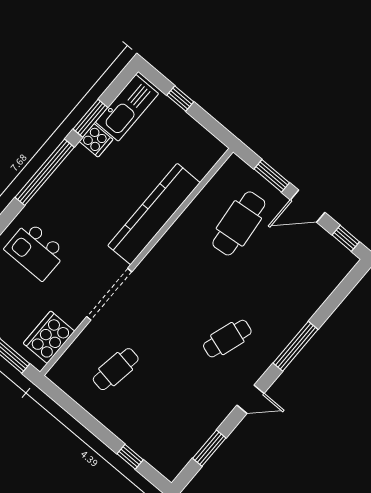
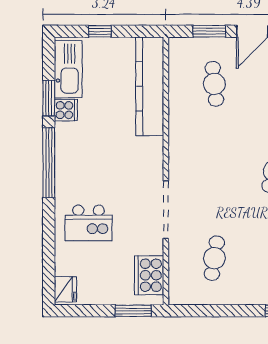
kitchen counter: (154, 214) -> (150, 86), moved
cafe table: (239, 223) -> (214, 84), width x0.73, depth x0.74

